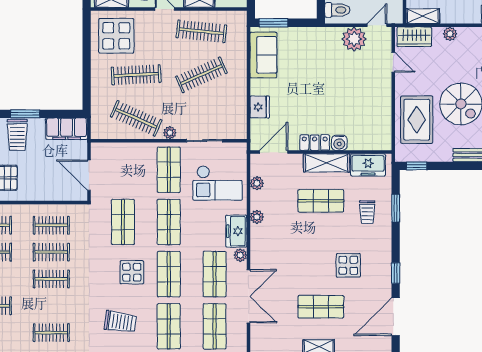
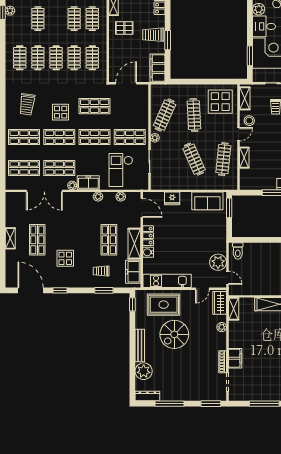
kitchen unit: (382, 115) -> (167, 281), added
clothes rail: (51, 306) -> (38, 58), added

